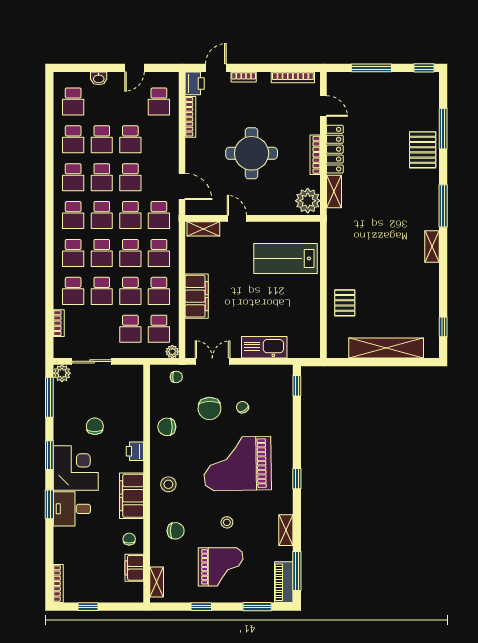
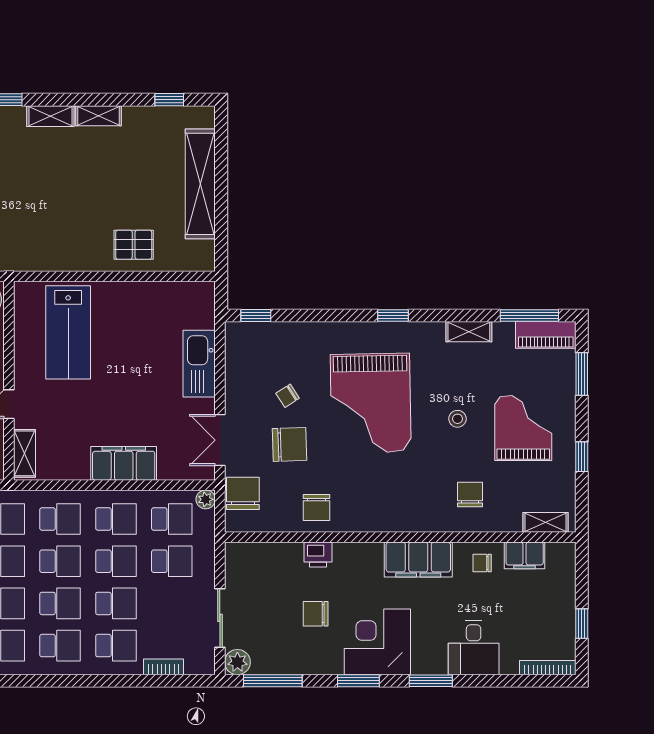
shelving: (432, 279) -> (98, 116), added
chair: (176, 377) -> (243, 493), width x1.87, depth x1.87
printer: (135, 451) -> (318, 555), moved
stool: (168, 484) -> (401, 505), removed
desk: (72, 509) -> (474, 648), moved

